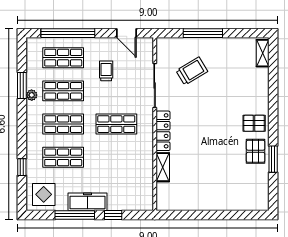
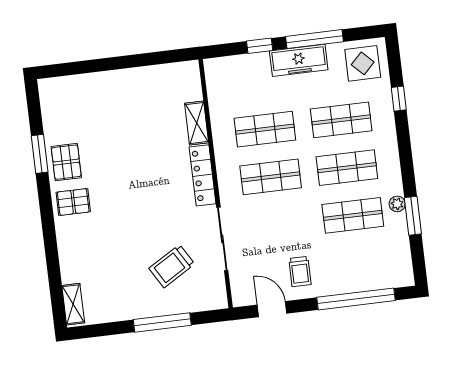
shop shelf: (63, 58) -> (265, 129), moved
trolley: (106, 71) -> (300, 272), moved

